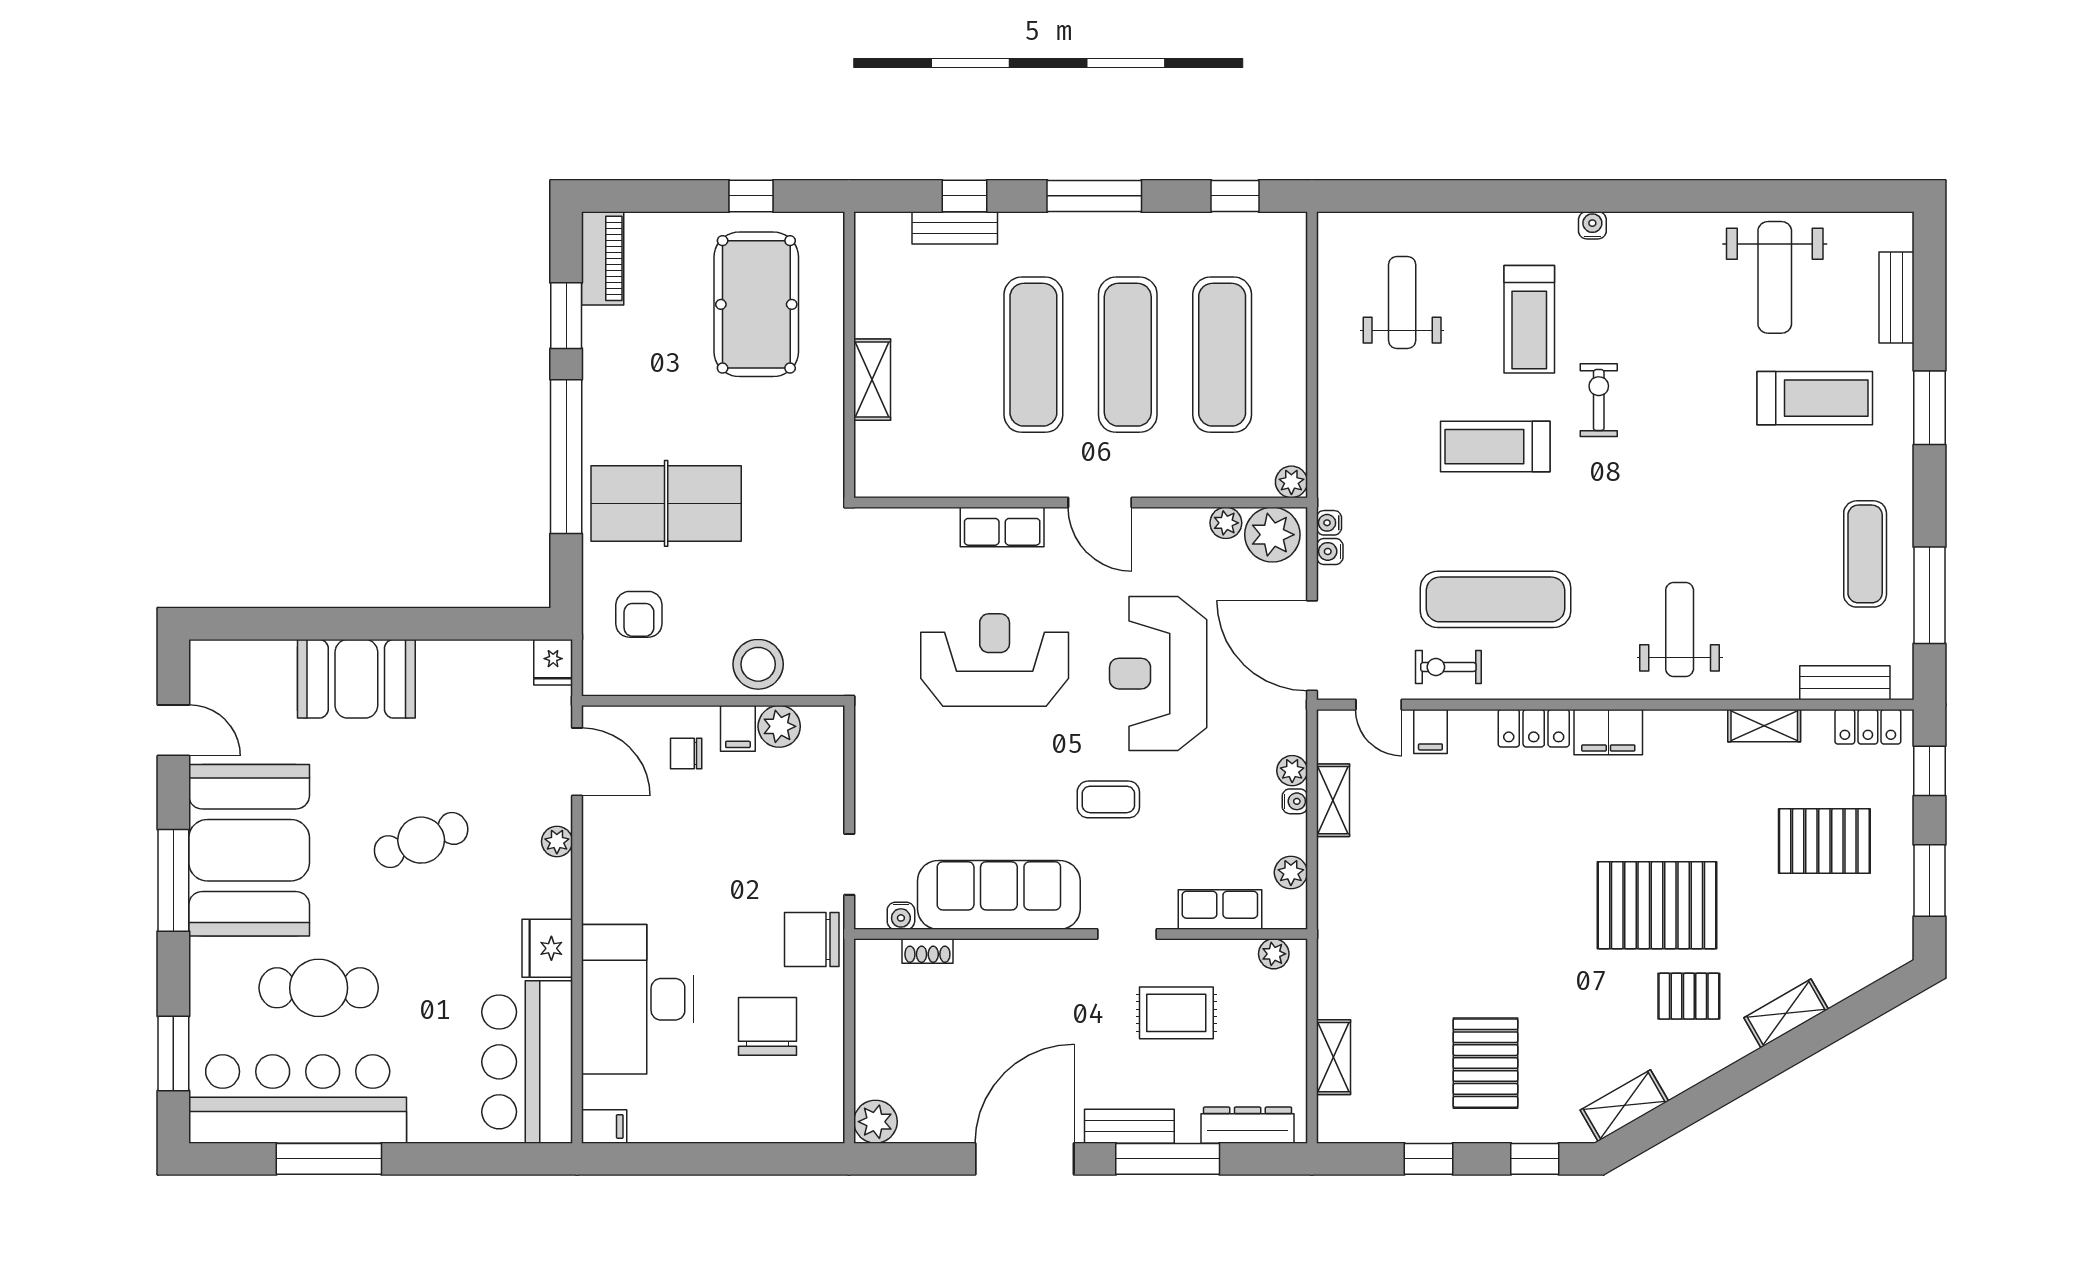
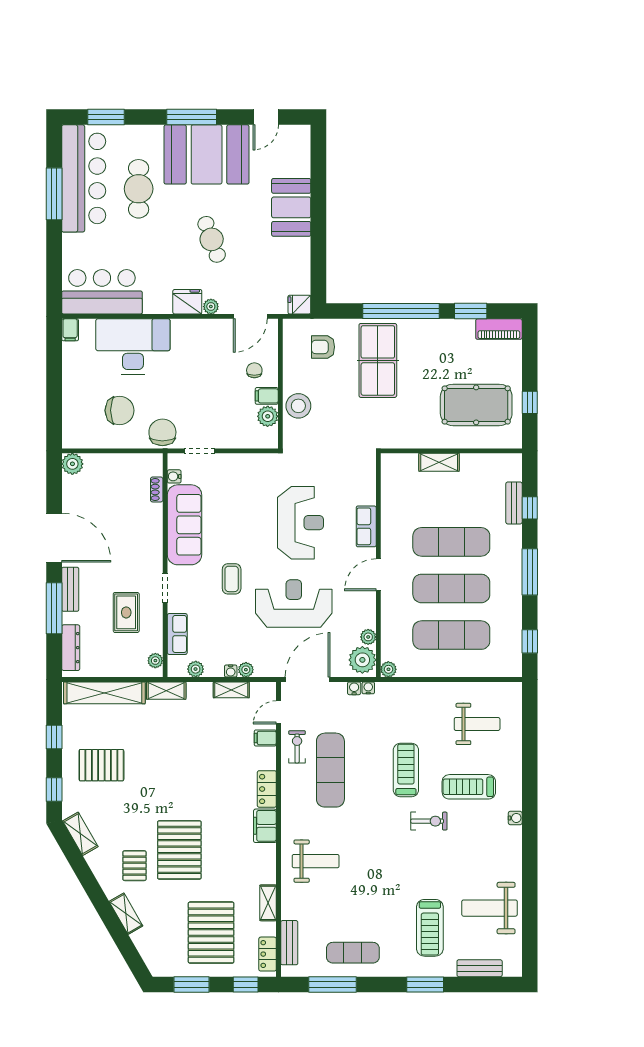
pallet: (1824, 841) -> (211, 933), width x1.37, depth x1.41
shelving: (1334, 932) -> (166, 691), added
fridge: (547, 948) -> (187, 302), moved
shelving: (1334, 1057) -> (104, 693), width x2.20, depth x1.33

